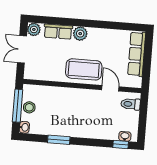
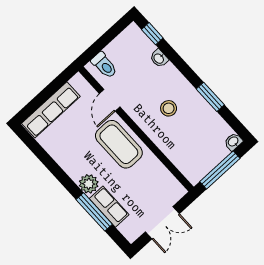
window: (63, 21) -> (94, 212), added
plant: (34, 29) -> (132, 232), removed
stool: (29, 107) -> (169, 108), moved
washbasin: (125, 136) -> (159, 58), moved

